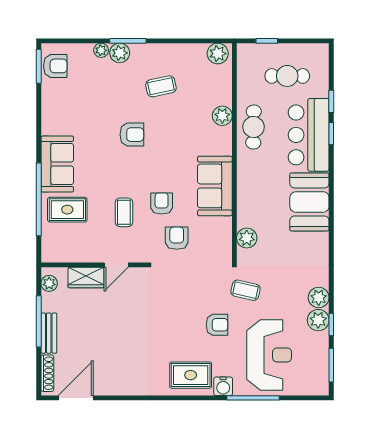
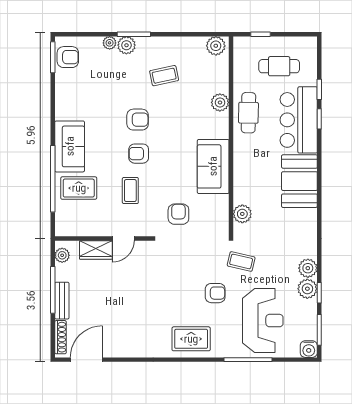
armchair: (162, 204) -> (139, 154), moved, turned -90
water cooler: (223, 386) -> (309, 349), moved

